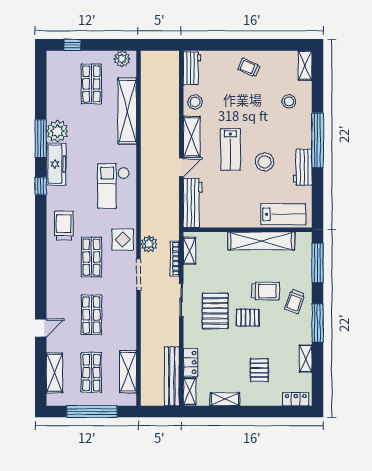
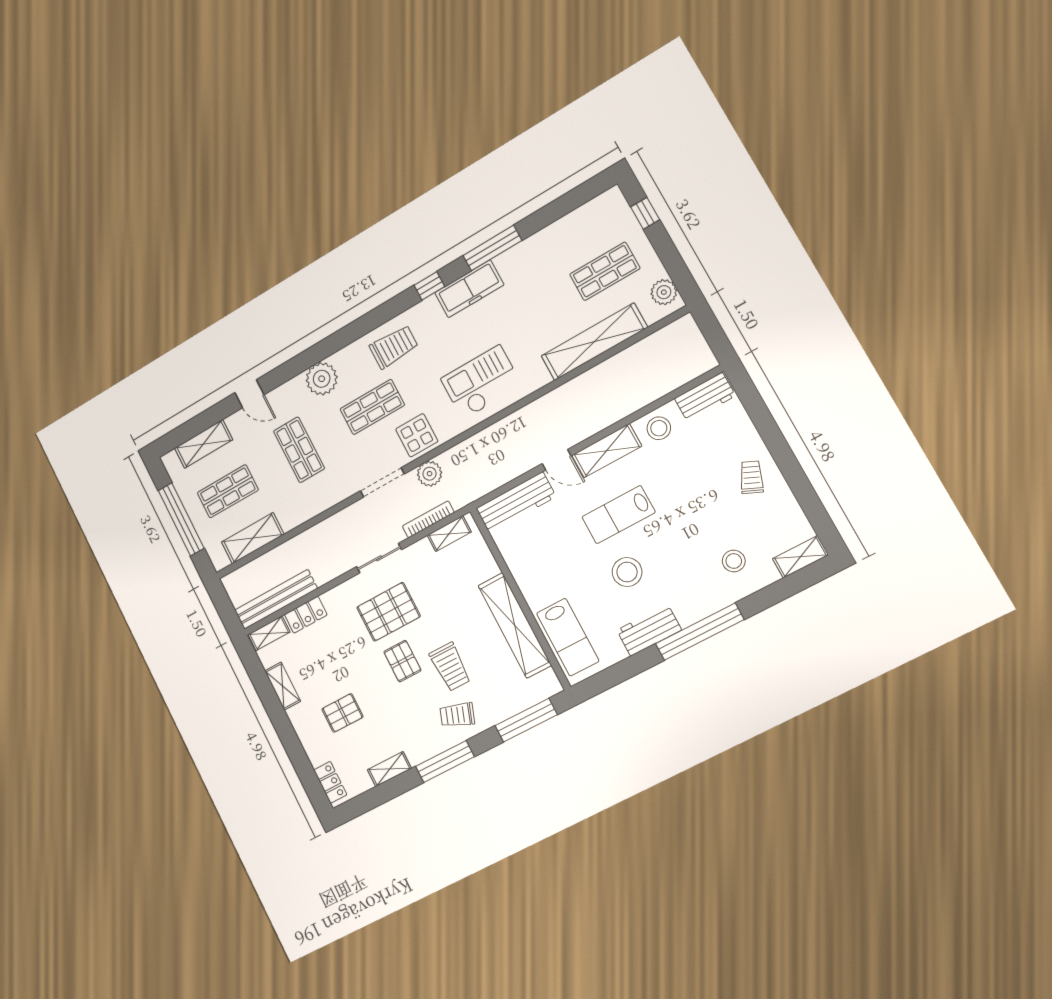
plant: (57, 131) -> (322, 379), moved
shop shelf: (91, 315) -> (299, 450), turned 90

